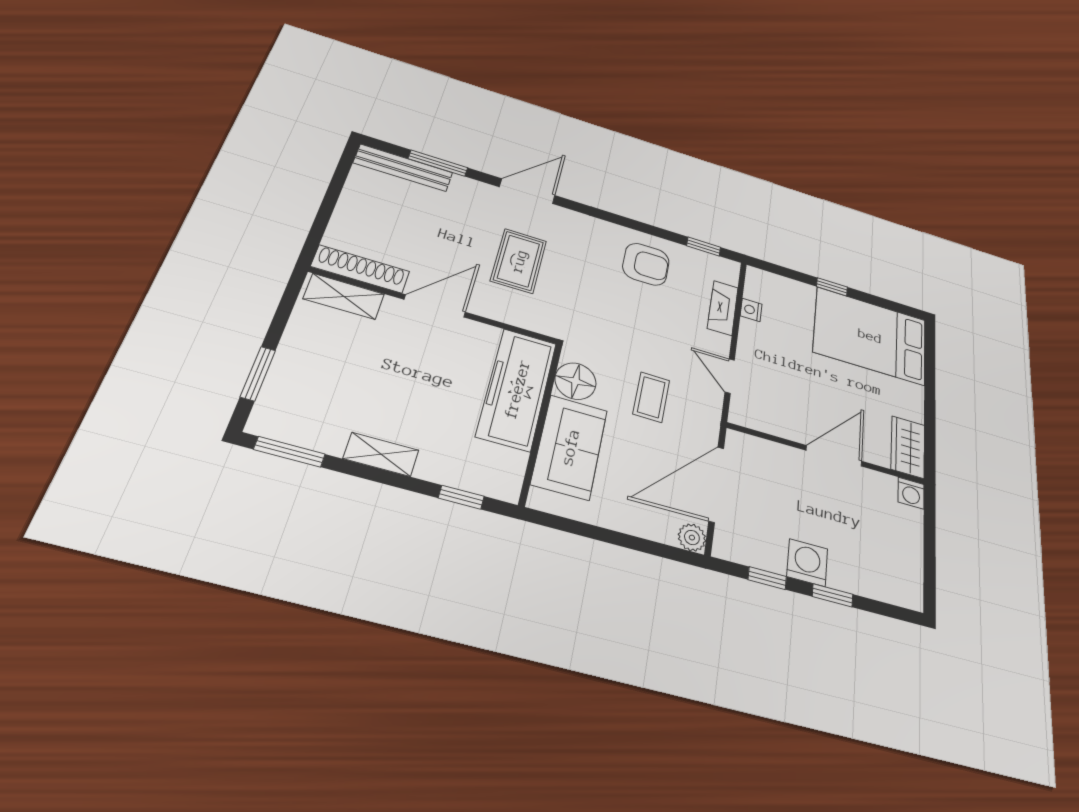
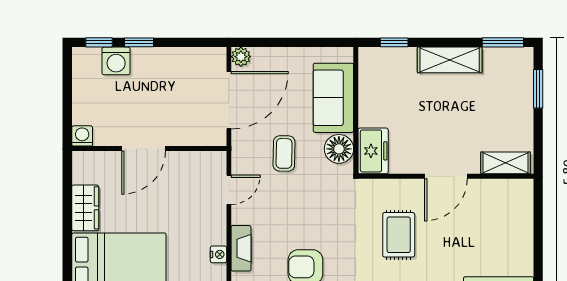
shoe rack: (360, 269) -> (502, 188), removed
door: (730, 376) -> (229, 190), hinge flipped
freezer: (517, 389) -> (373, 151), width x0.52, depth x0.79
wardrobe: (908, 447) -> (85, 208), moved
shelving: (381, 454) -> (450, 60), width x1.50, depth x1.33
washing machine: (807, 563) -> (116, 61), moved
window: (767, 578) -> (99, 42), moved

